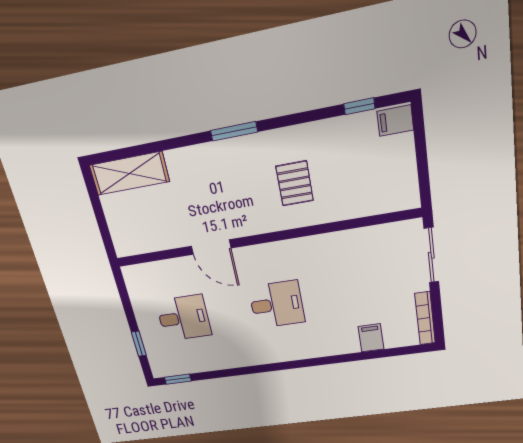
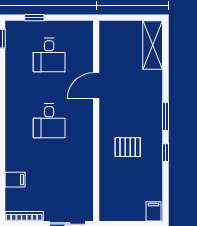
window: (359, 106) -> (165, 153), moved

